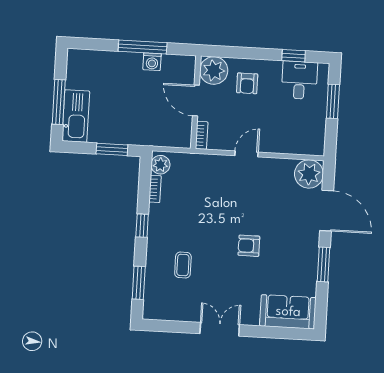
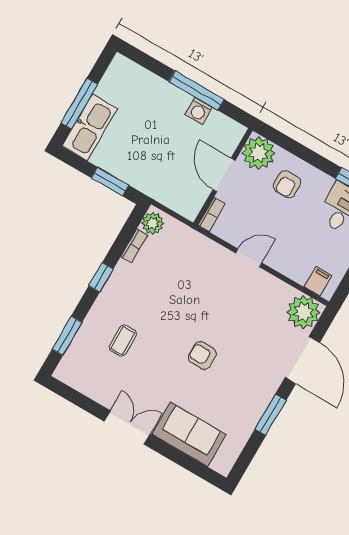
filing cabinet: (308, 145) -> (318, 281), added
sofa: (288, 312) -> (189, 434), moved

